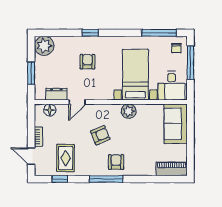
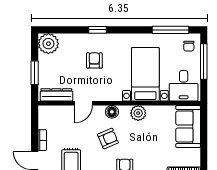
dresser: (56, 94) -> (56, 95), width x1.44
floor lamp: (50, 110) -> (112, 112), moved

